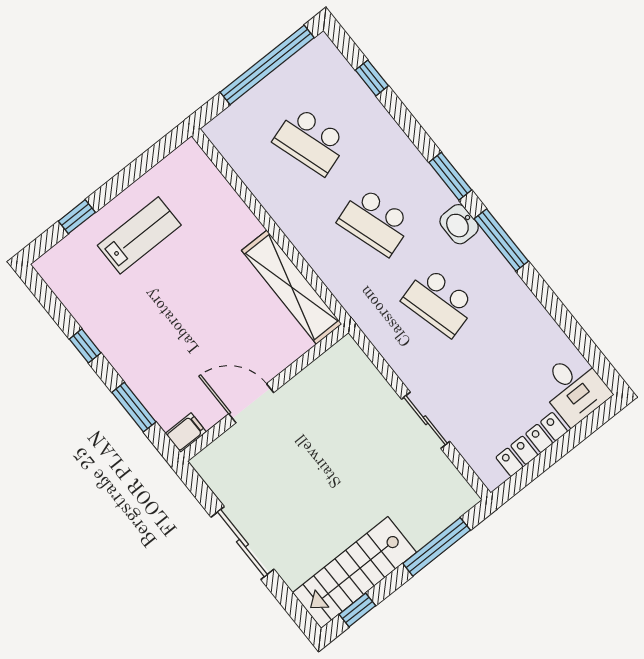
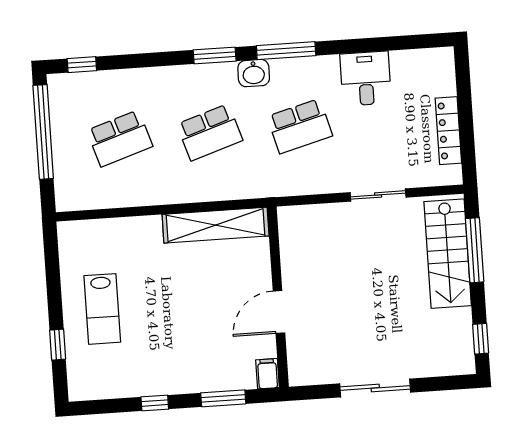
window: (372, 78) -> (82, 65), moved
lab bench: (139, 235) -> (102, 309), turned 180
desk: (574, 389) -> (366, 79), moved, turned -90
stairs: (354, 573) -> (448, 254), moved

